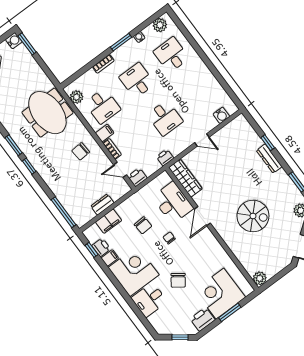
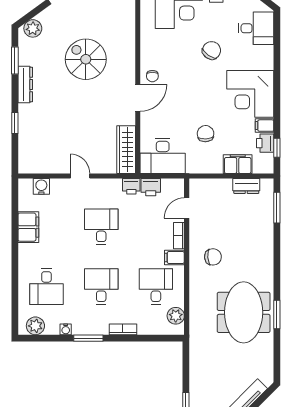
desk: (137, 80) -> (101, 287), turned 180
filing cabinet: (210, 84) -> (28, 227), added
meeting table: (47, 113) -> (244, 312), moved
dresser: (269, 159) -> (25, 85), moved
window: (29, 166) -> (277, 281), removed
door: (120, 170) -> (187, 208), swing flipped
printer: (137, 177) -> (151, 187), moved
desk: (173, 203) -> (163, 156), moved, turned -90
dresser: (102, 204) -> (246, 186), moved
window: (64, 212) -> (277, 208), width x0.69
chair: (169, 238) -> (152, 76), moved
desk: (149, 300) -> (256, 28), moved

